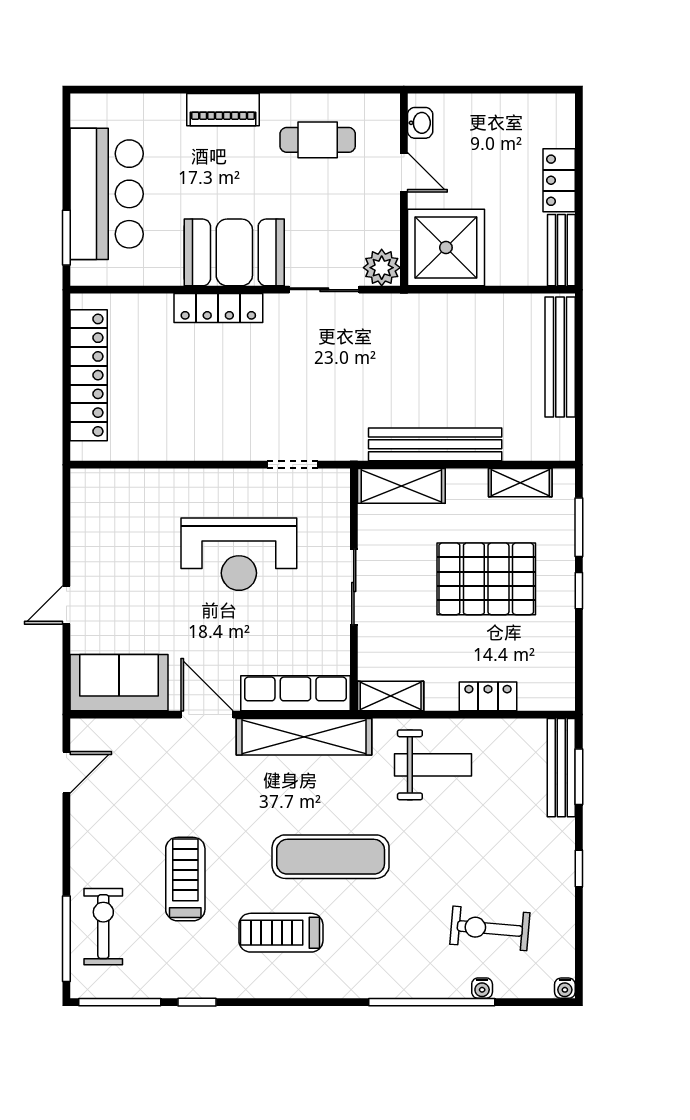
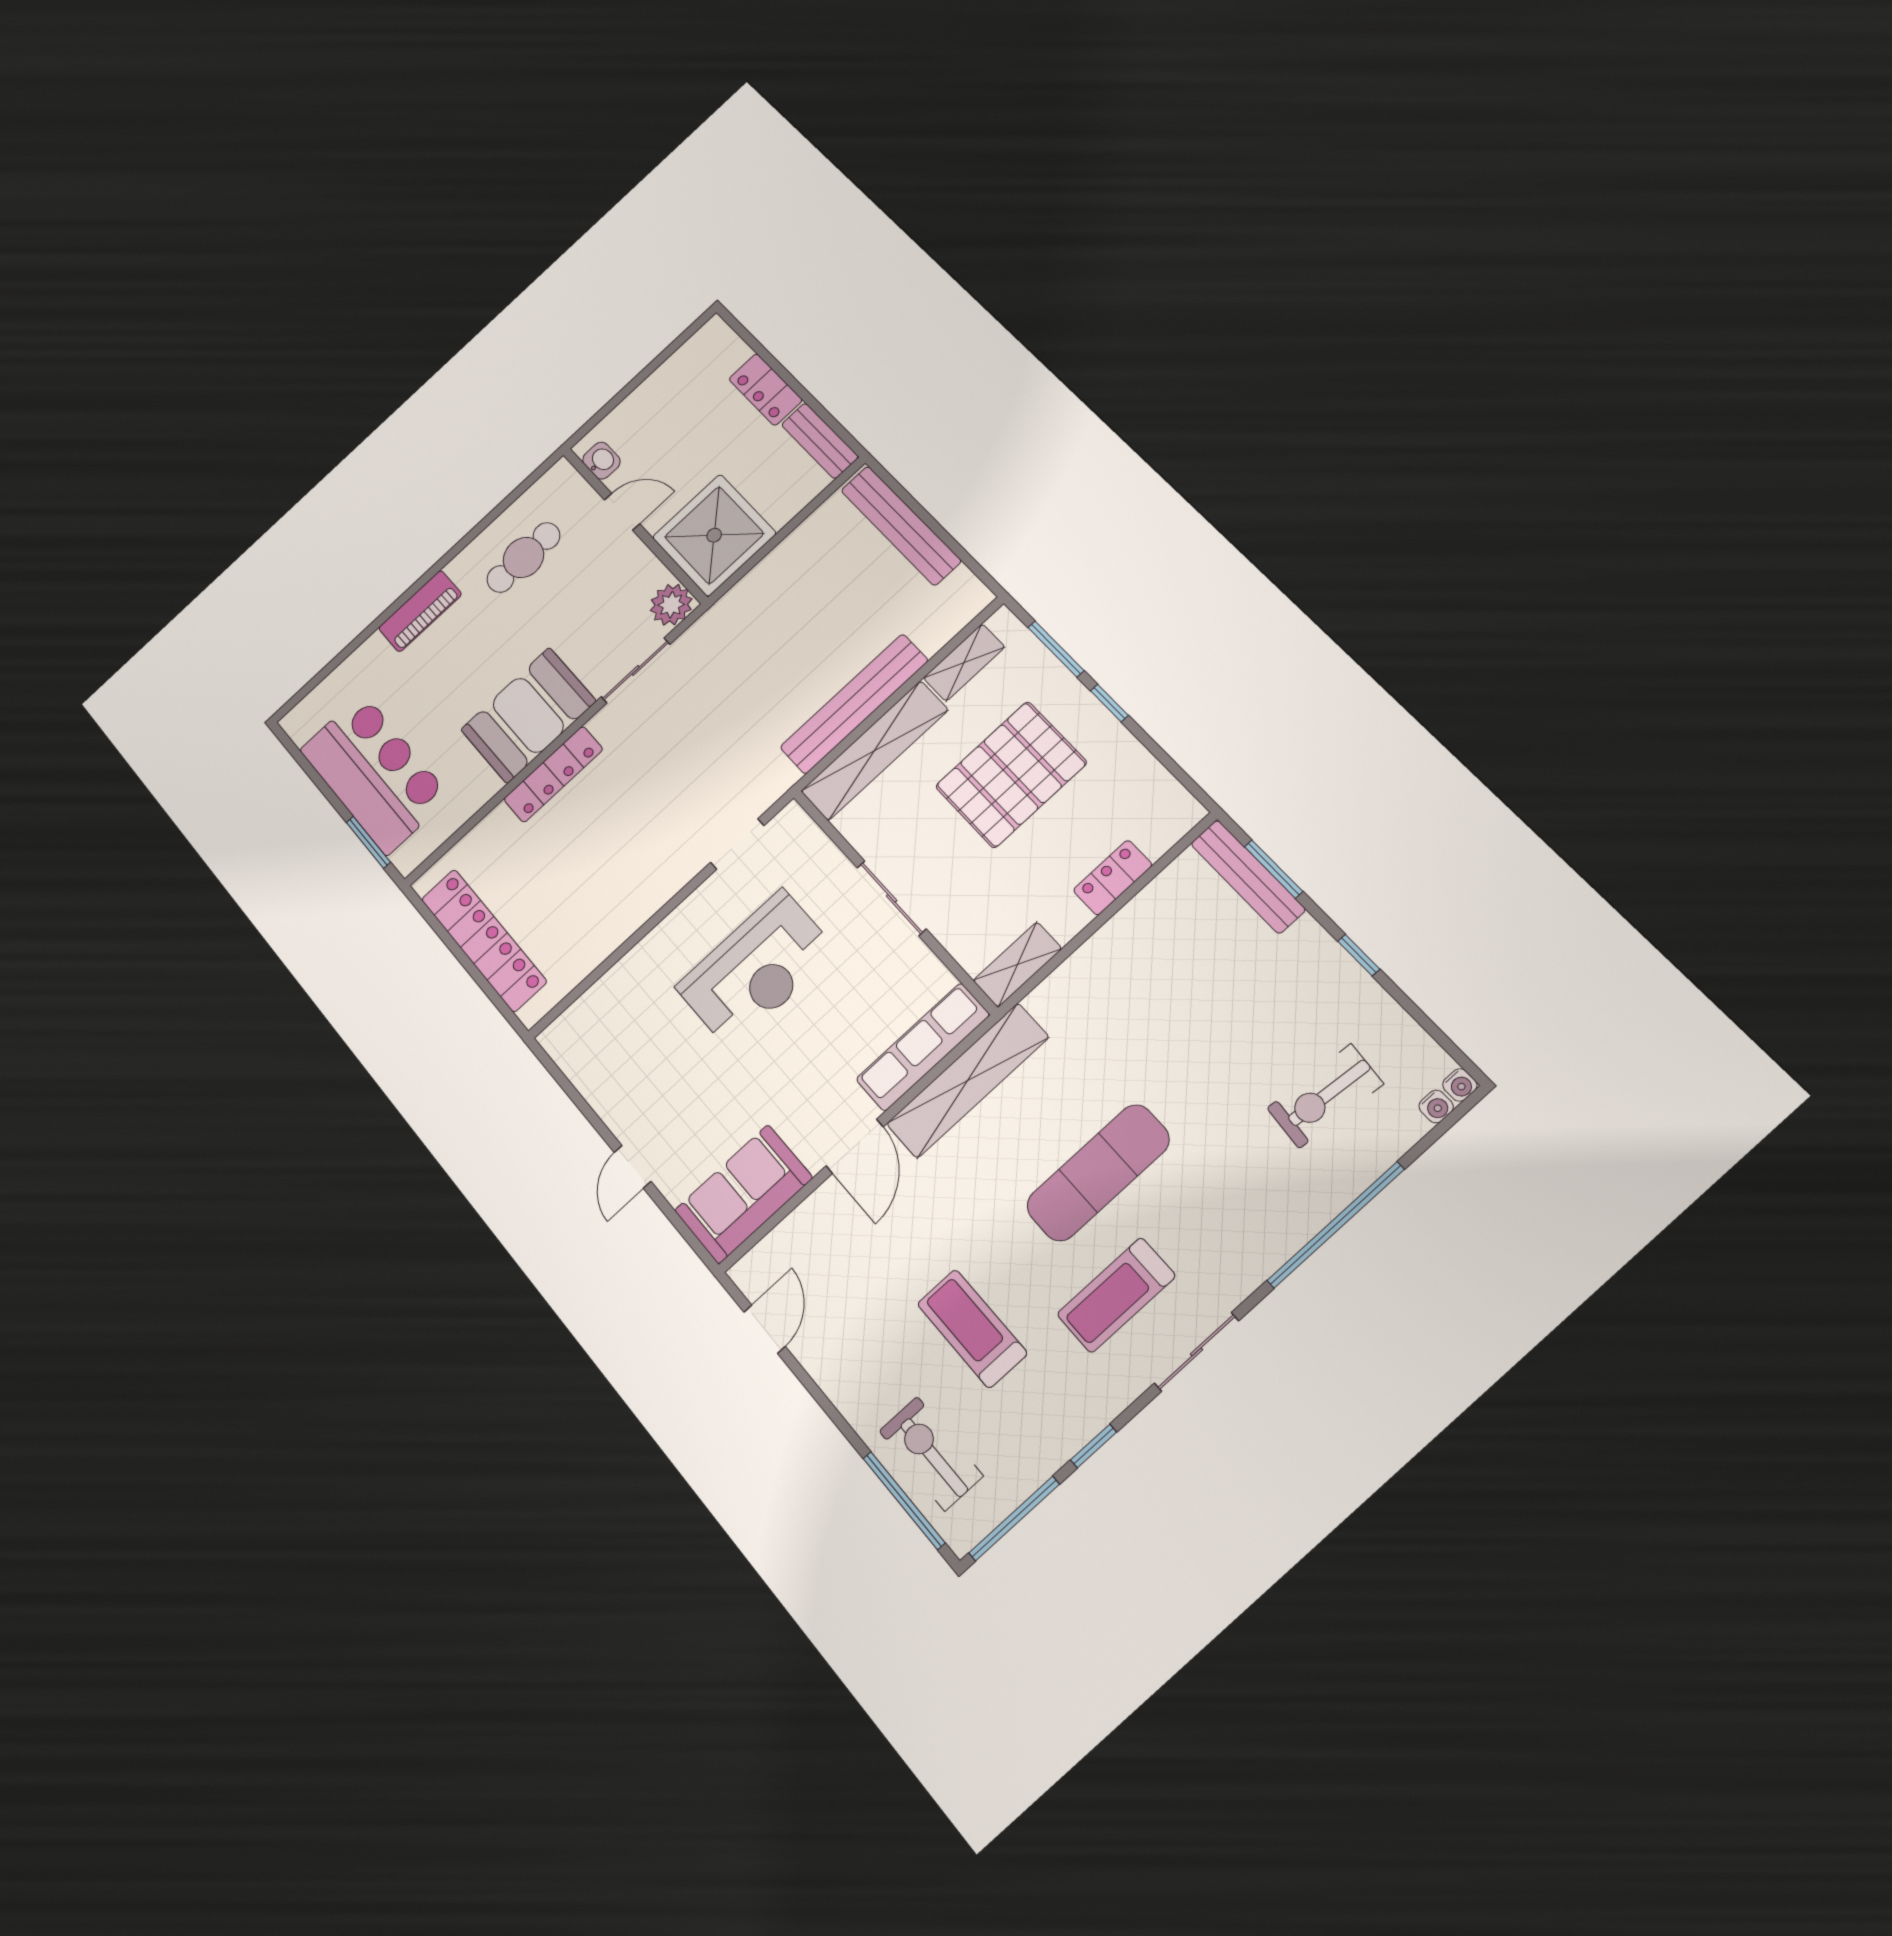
shelving: (401, 486) -> (874, 751), width x1.47
door: (207, 715) -> (855, 1146), swing flipped
weight bench: (433, 765) -> (1119, 991), removed
water cooler: (482, 988) -> (1436, 1107), moved
sliding door: (297, 1002) -> (1196, 1352), added

